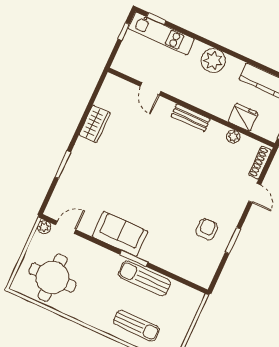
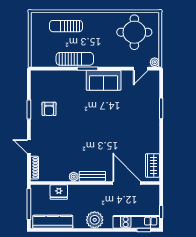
door: (151, 89) -> (127, 183), width x1.87
wardrobe: (95, 124) -> (153, 165), moved
plant: (233, 137) -> (74, 177), moved

